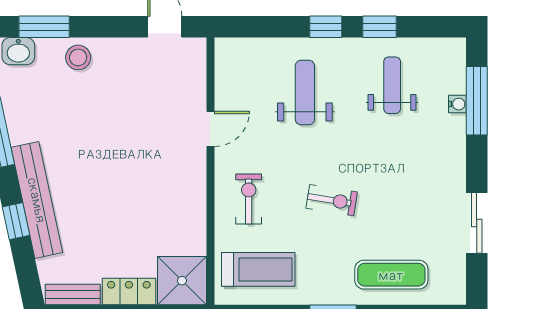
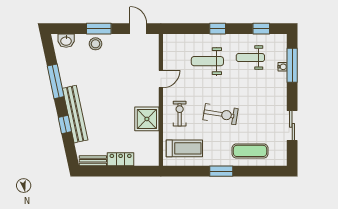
window: (44, 27) -> (99, 29), moved
window: (380, 27) -> (261, 29), moved
weight bench: (392, 85) -> (250, 58), turned -90
weight bench: (305, 93) -> (207, 61), turned -90
exercise bike: (332, 200) -> (221, 114), width x1.38, depth x1.39
shower: (182, 281) -> (147, 119), moved

